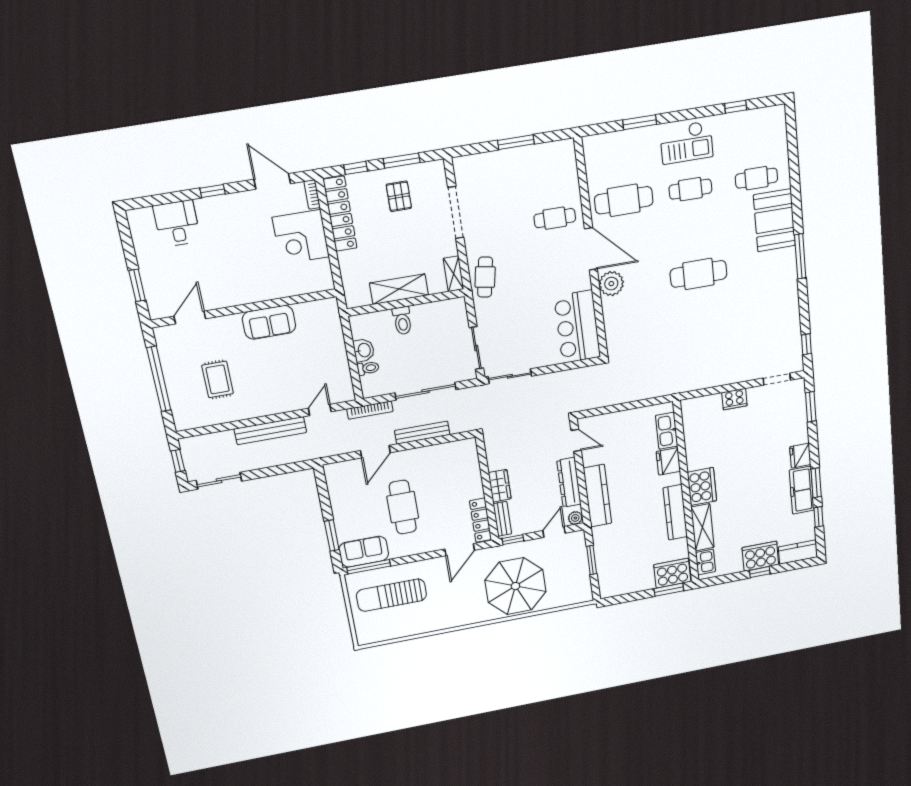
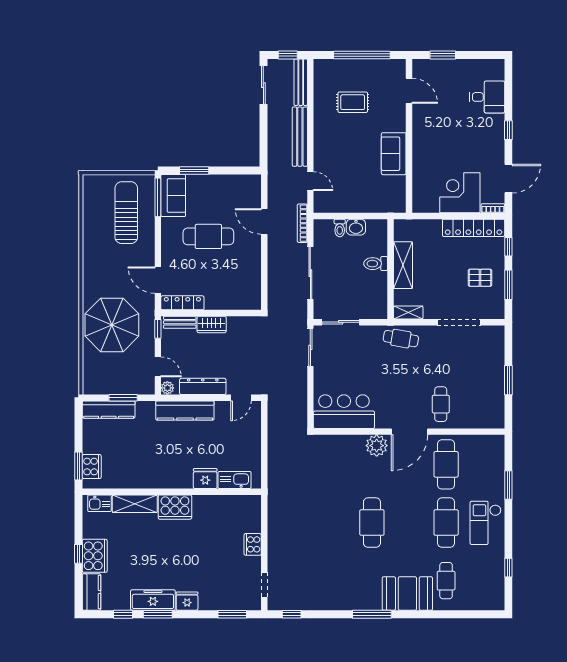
cafe table: (690, 189) -> (446, 523), width x1.37, depth x1.35
bench: (422, 433) -> (301, 82), moved
kitchen counter: (675, 512) -> (109, 410), moved, turned 180
cooker: (672, 573) -> (92, 467), width x0.73, depth x0.76

